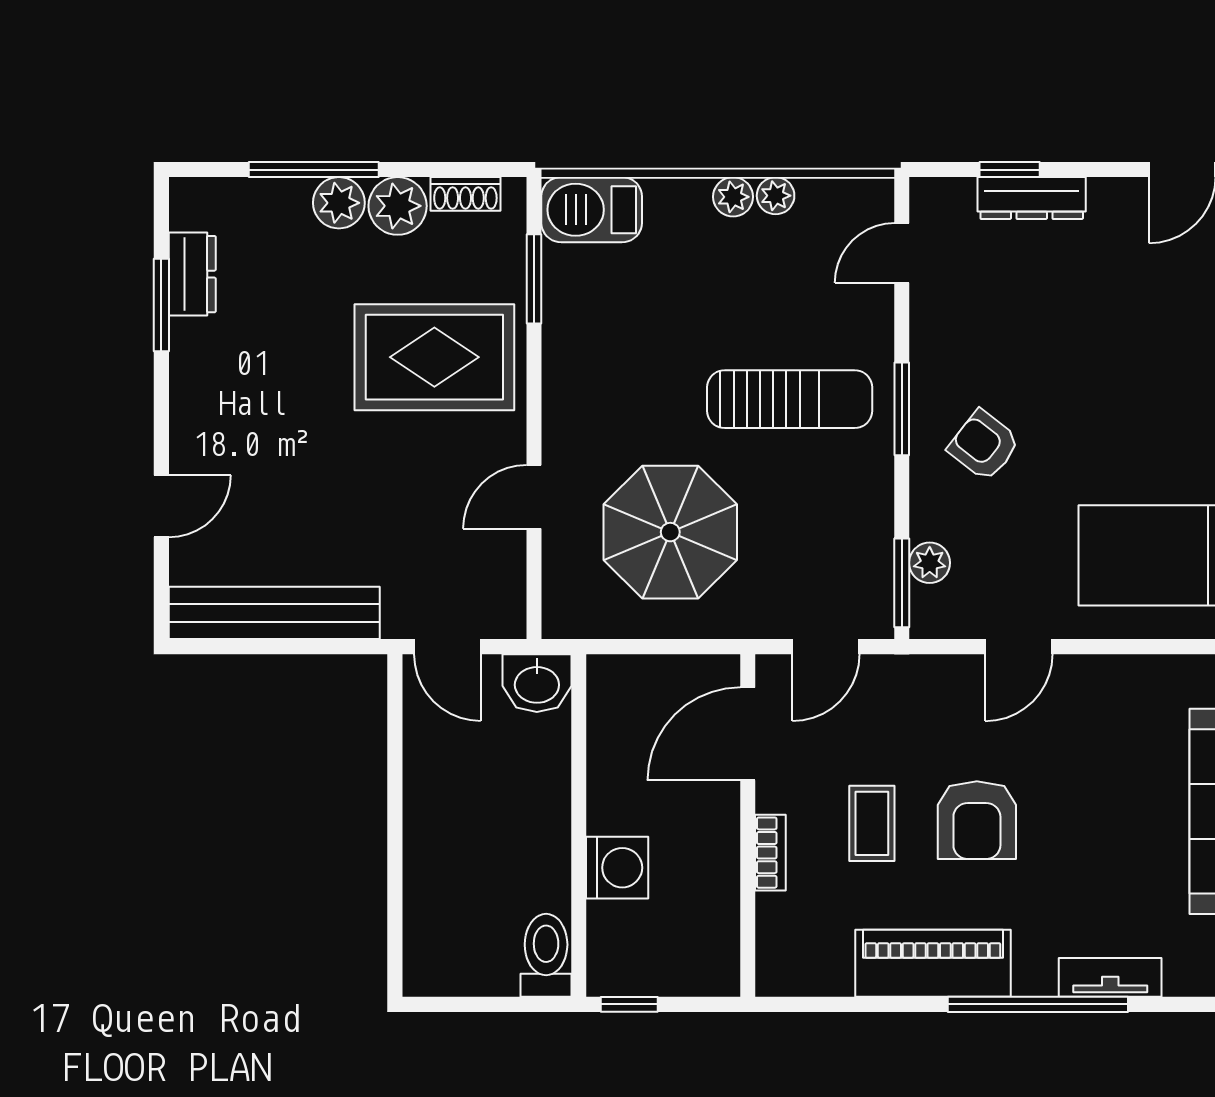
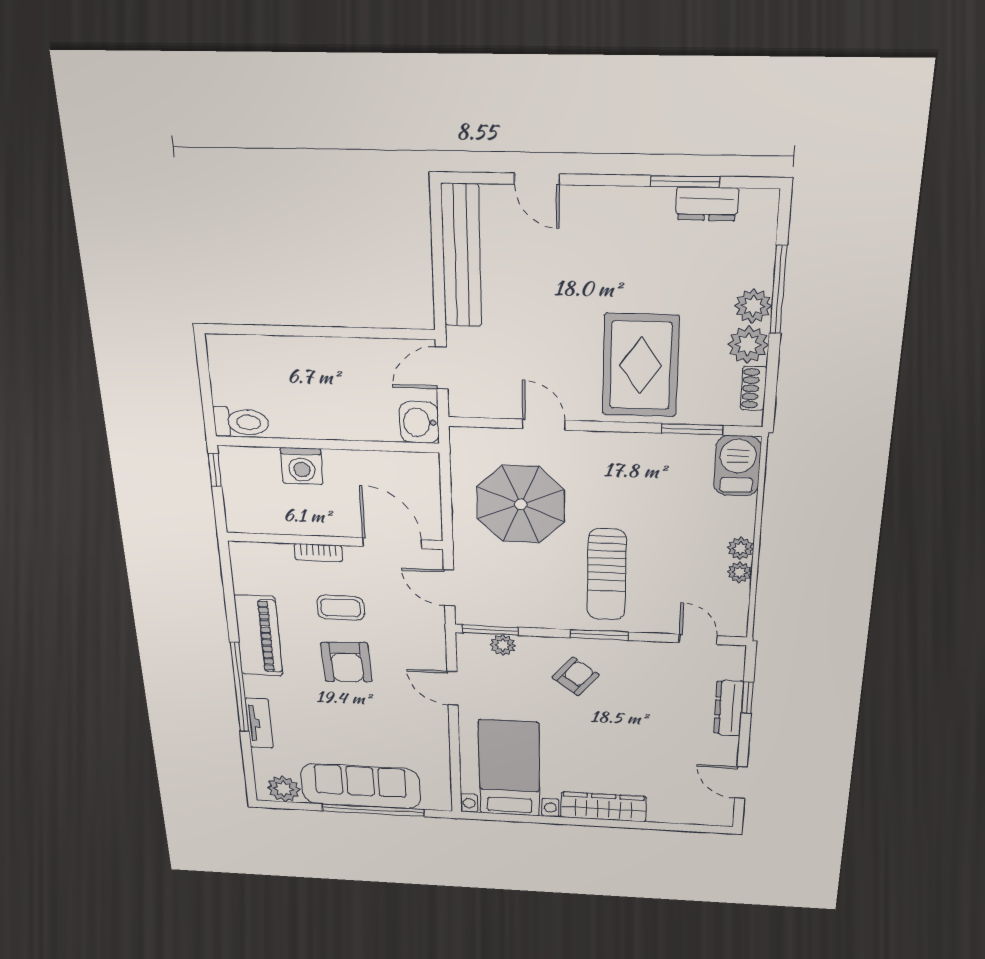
armchair: (977, 820) -> (347, 662), turned -93

